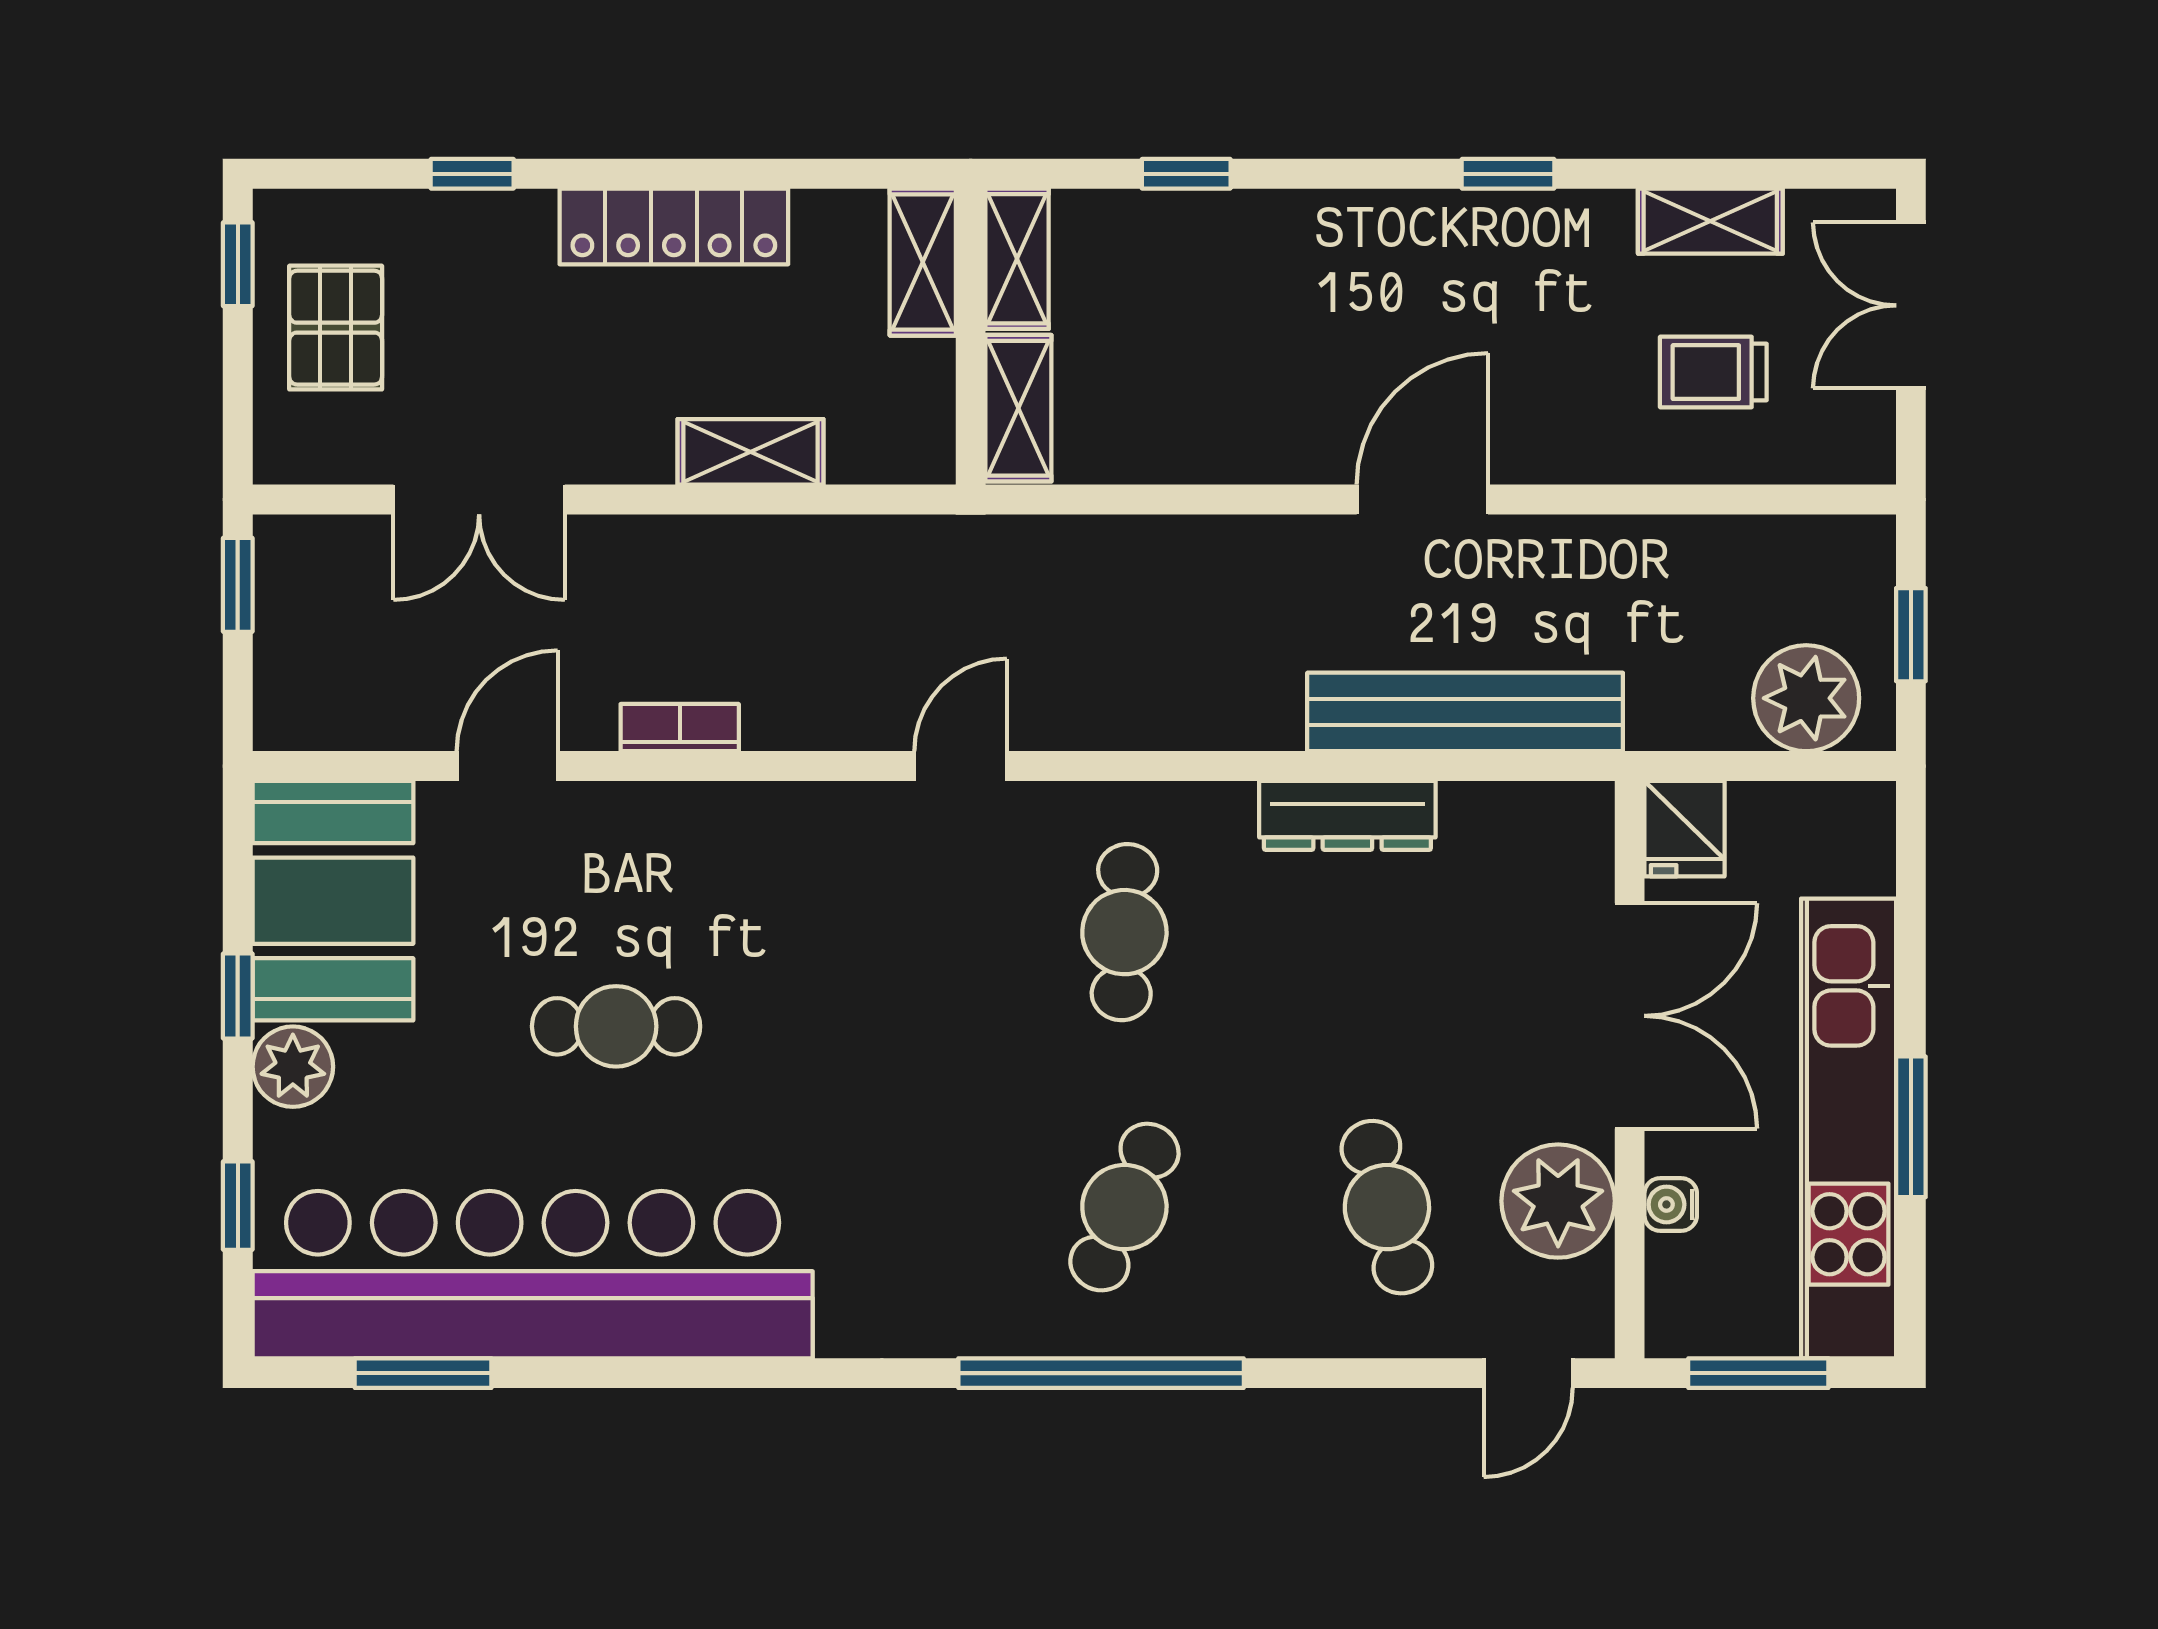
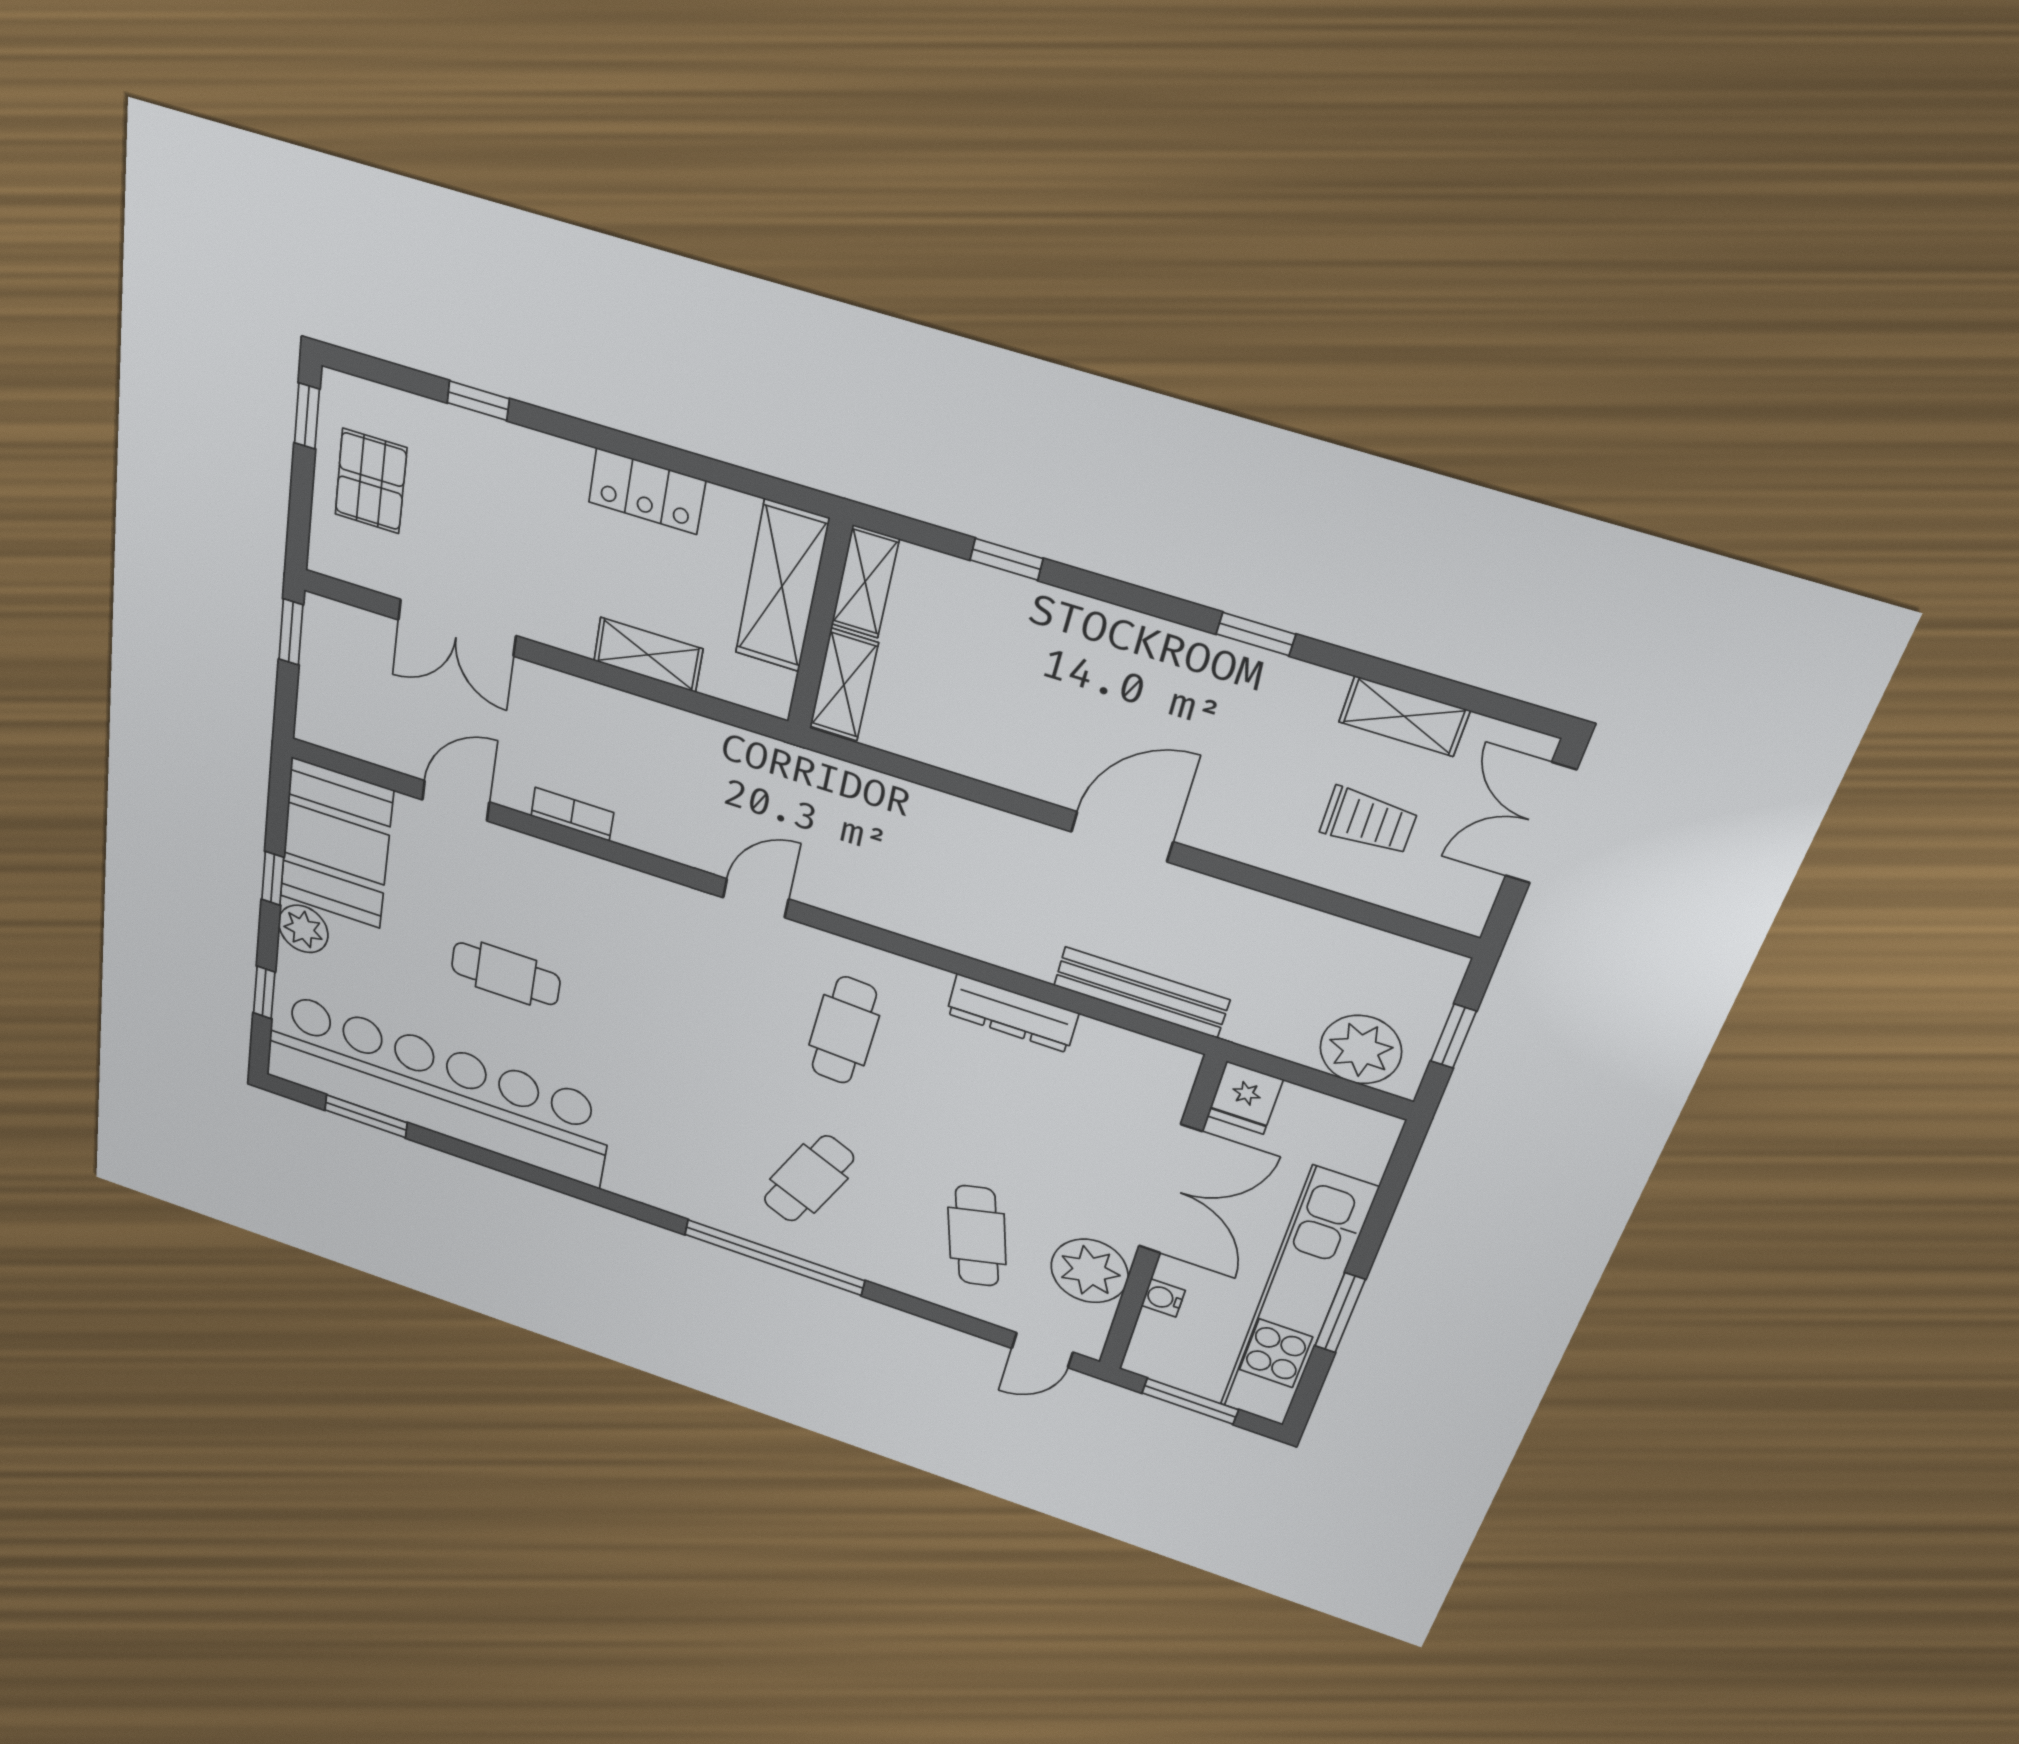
locker: (674, 226) -> (647, 491), width x0.66
shelving: (923, 262) -> (782, 586), width x1.50, depth x1.33
trolley: (1713, 372) -> (1369, 821), turned 180
bench: (1465, 712) -> (1141, 993), width x0.73, depth x0.82

